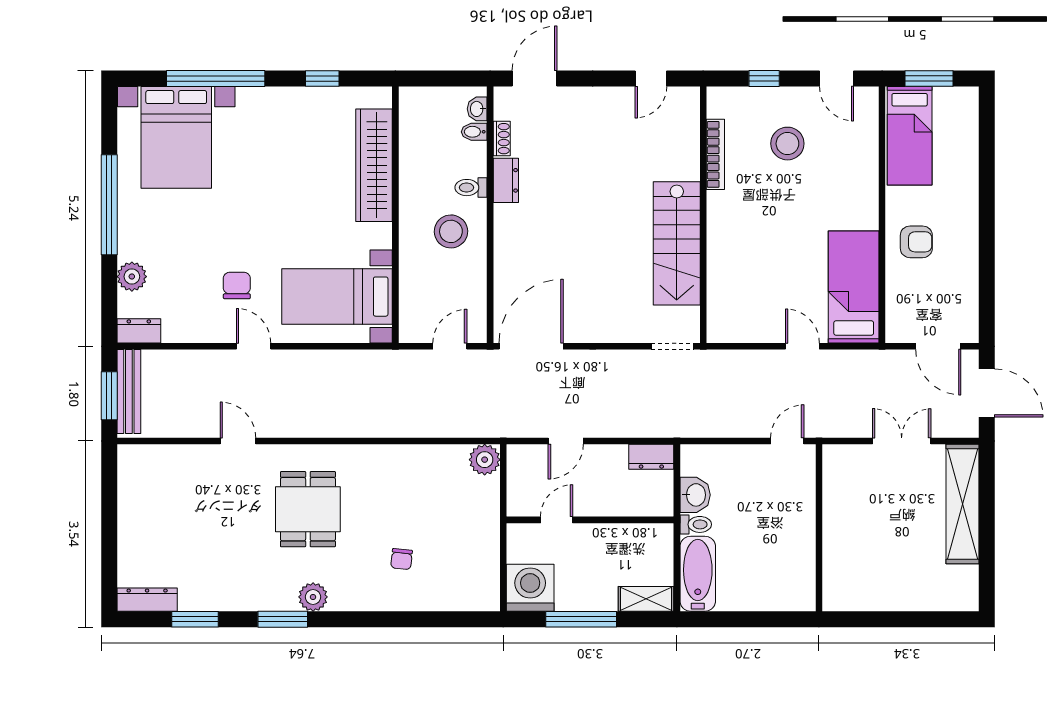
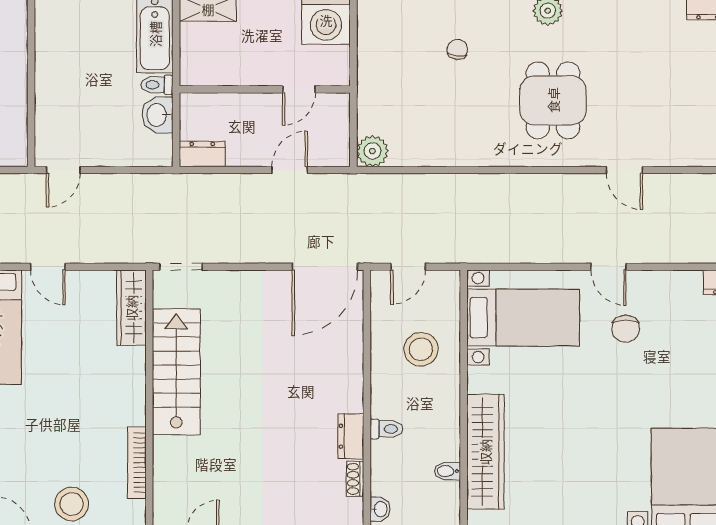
bidet: (474, 132) -> (447, 471), moved, turned 180
stool: (787, 144) -> (72, 504), moved
stool: (451, 231) -> (421, 349), moved
wardrobe: (721, 306) -> (131, 308), added

